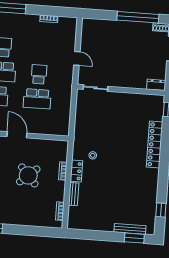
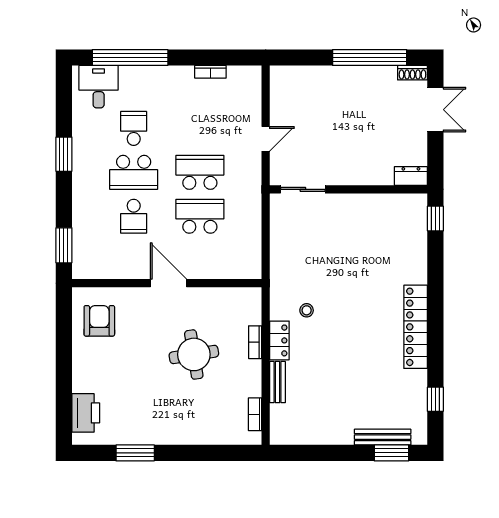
door: (77, 58) -> (266, 139), hinge flipped
school desk: (39, 74) -> (200, 172), width x1.85
school desk: (37, 99) -> (200, 216), turned 180
locker: (154, 145) -> (416, 327), moved
round table: (28, 175) -> (194, 354), turned 32

